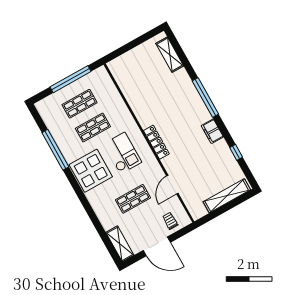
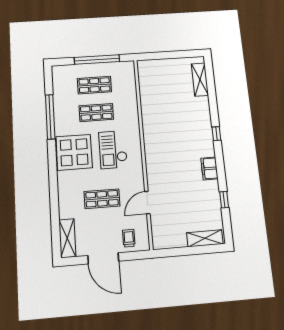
window: (205, 98) -> (216, 134), width x0.32
locker: (156, 142) -> (151, 154), removed
checkout: (123, 153) -> (113, 150), turned 180
shelving: (227, 196) -> (205, 238), width x0.68

